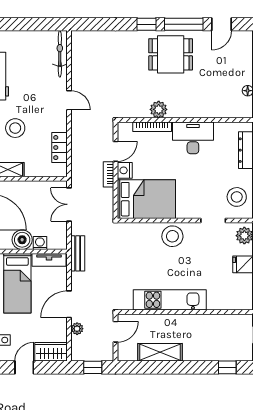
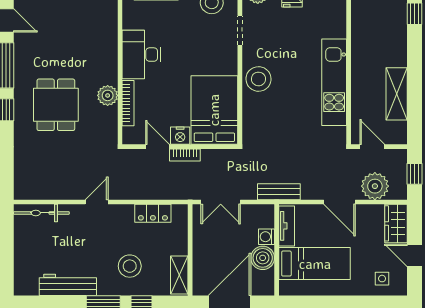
dining table: (171, 54) -> (56, 105), moved
plant: (77, 329) -> (375, 186), width x1.87, depth x1.87

